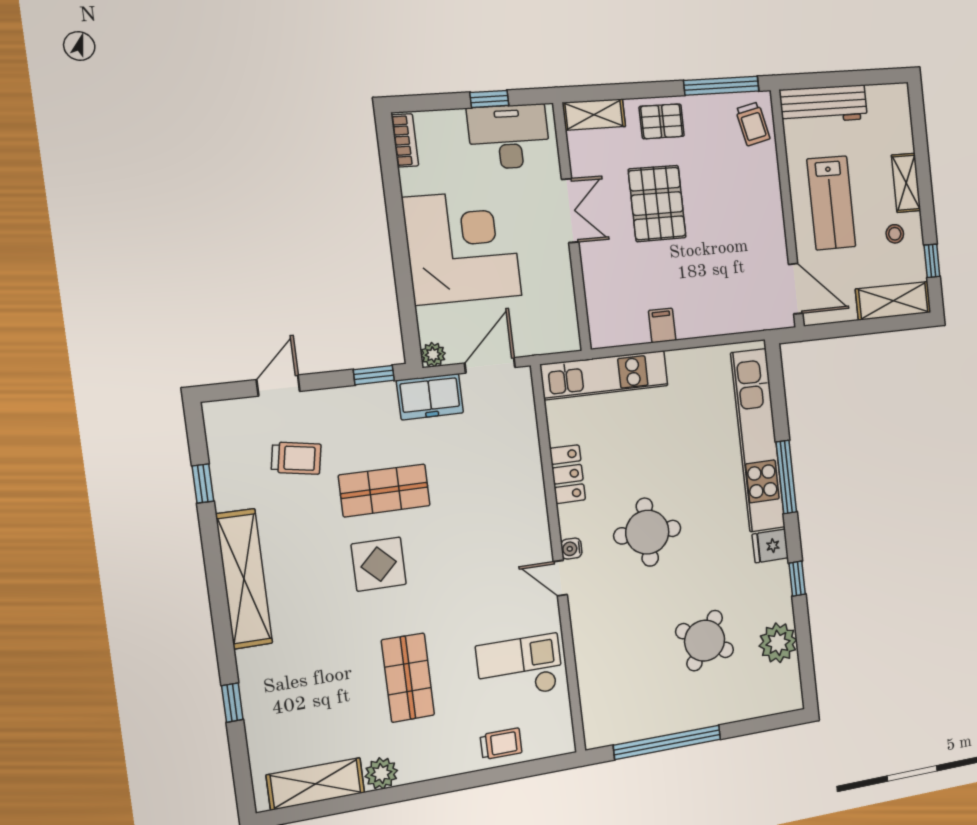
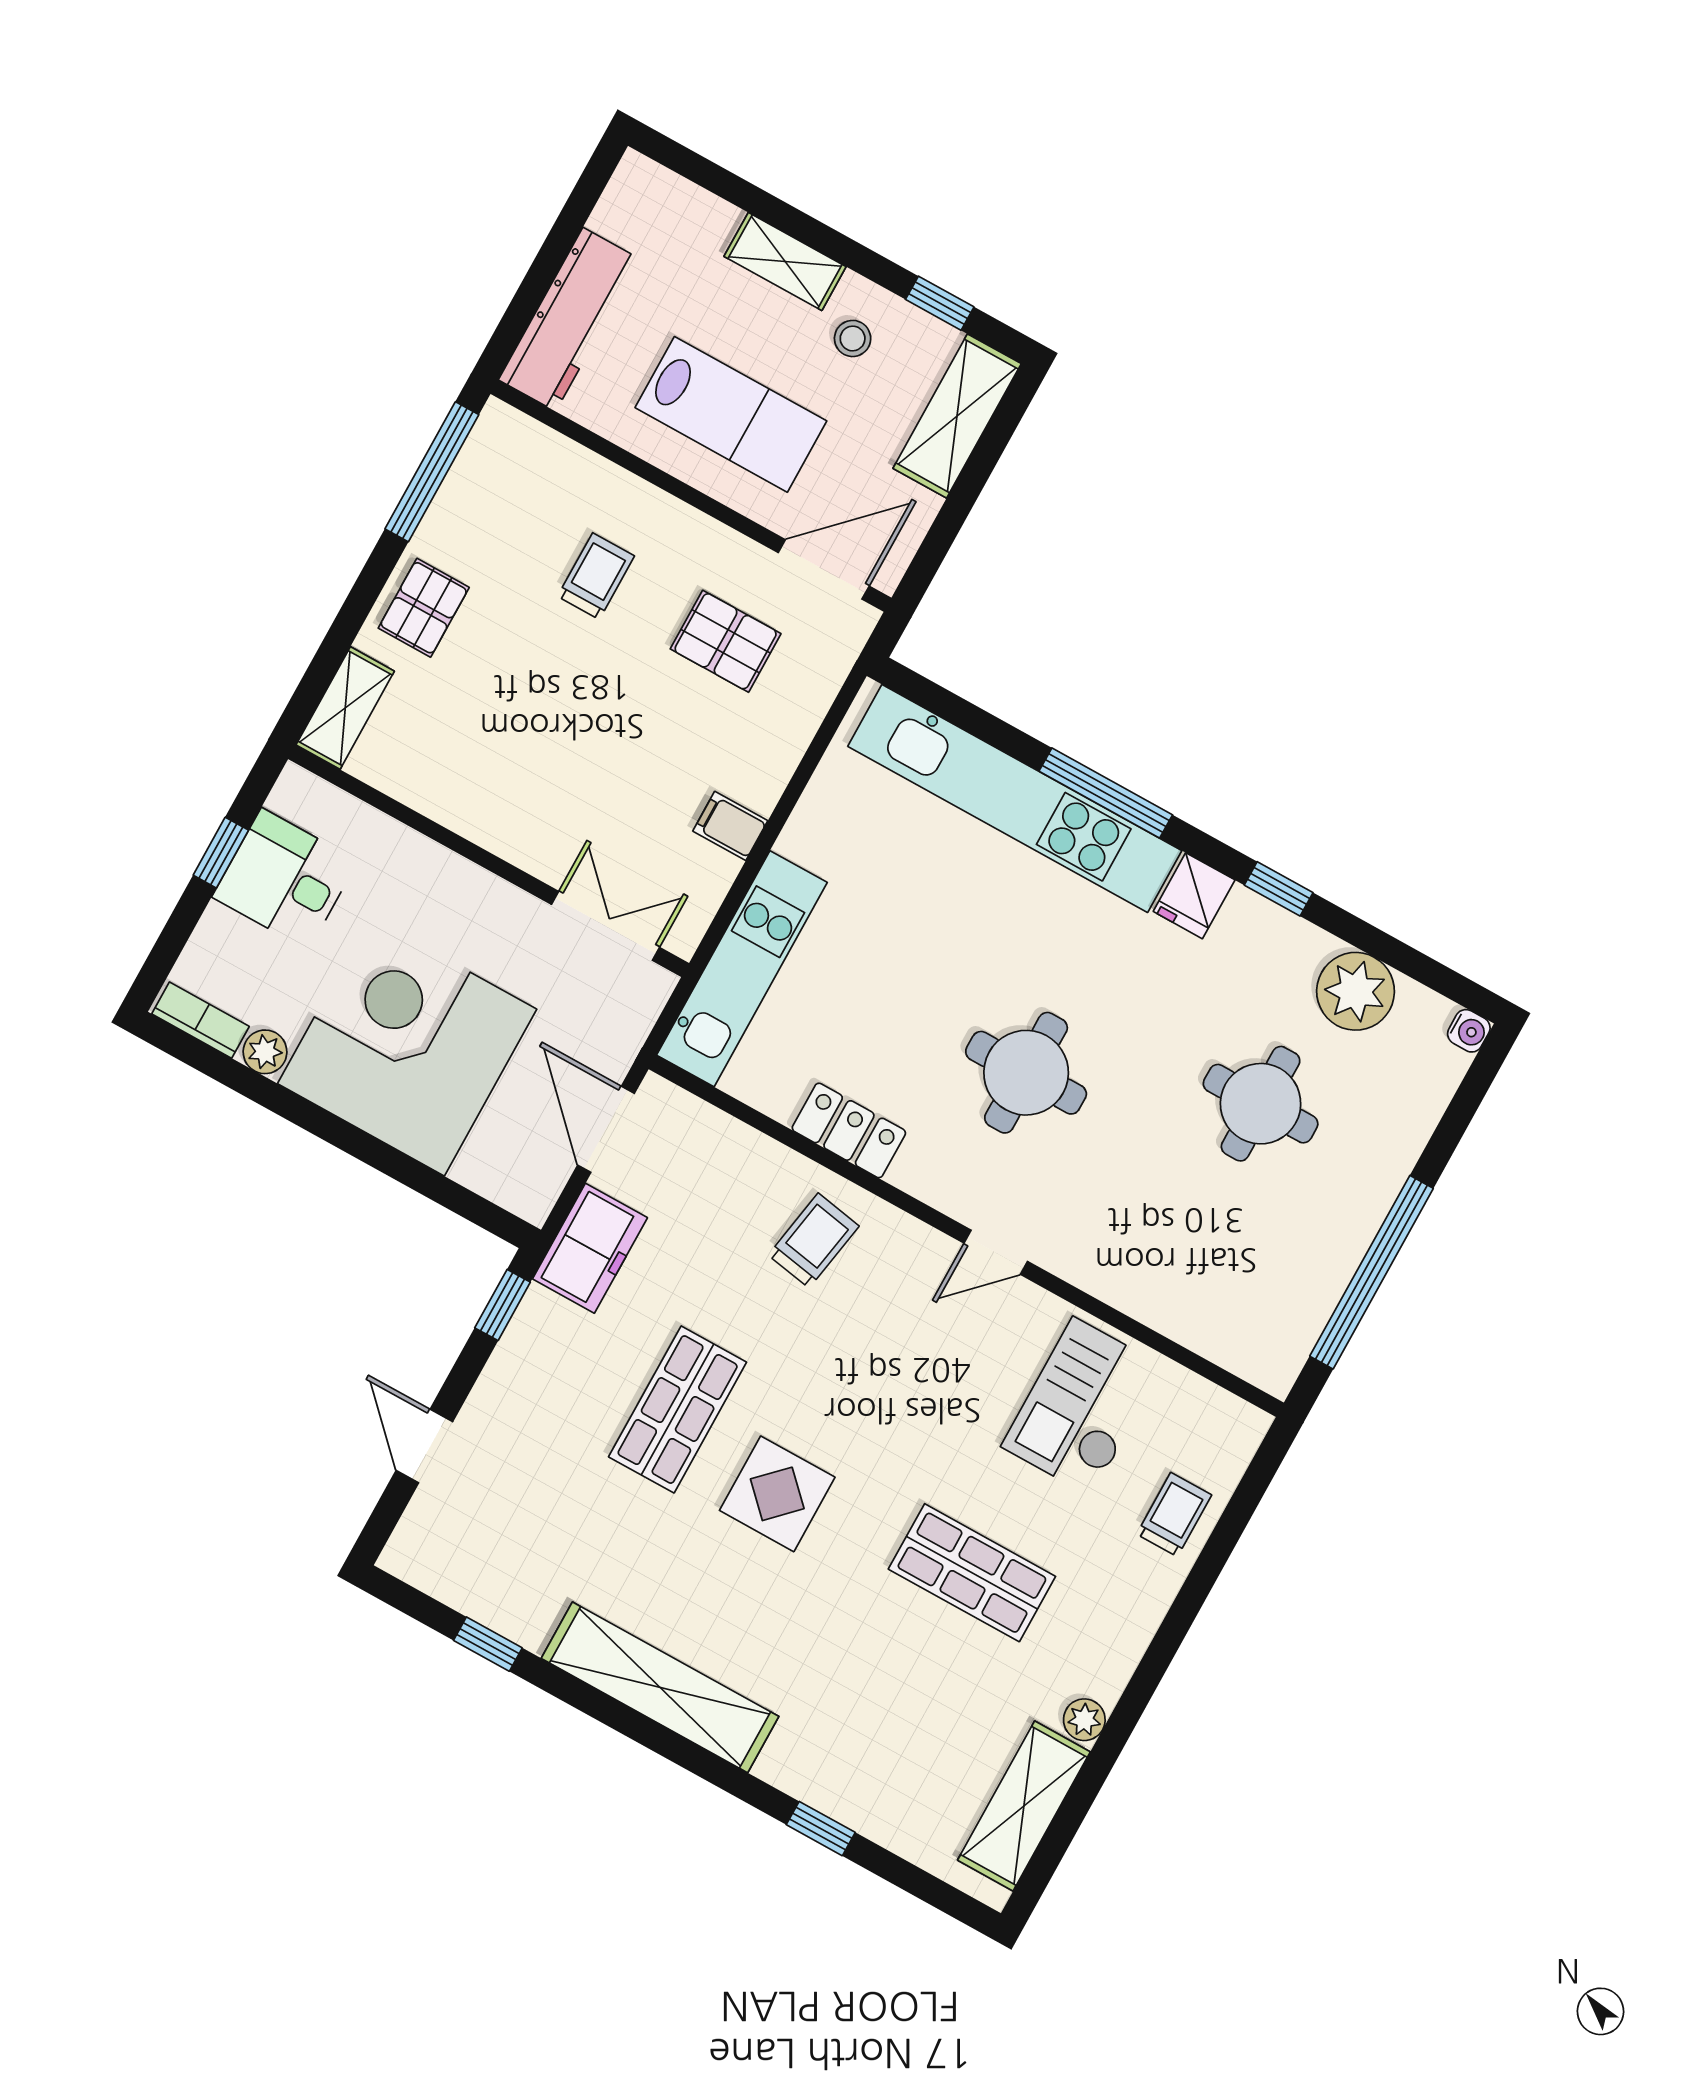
trolley: (753, 124) -> (596, 576), moved, turned -77
desk: (509, 137) -> (285, 879), width x0.73
pallet: (657, 203) -> (726, 641), moved, width x0.67, depth x0.71
double door: (570, 211) -> (605, 926), moved
plant: (433, 355) -> (265, 1052), moved
trolley: (296, 458) -> (814, 1241), moved
water cooler: (571, 549) -> (1469, 1031), moved, turned -90
round table: (705, 641) -> (1261, 1104), turned -32
plant: (381, 773) -> (1084, 1720), width x0.73, depth x0.73

